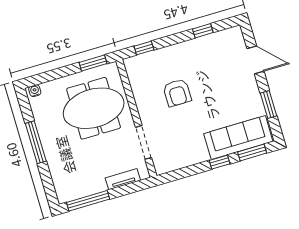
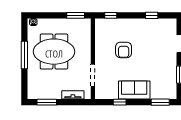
meeting table: (94, 108) -> (54, 52), moved
sofa: (238, 138) -> (134, 90), moved, width x0.73
window: (220, 162) -> (120, 102), moved
window: (88, 201) -> (47, 102), width x0.69

